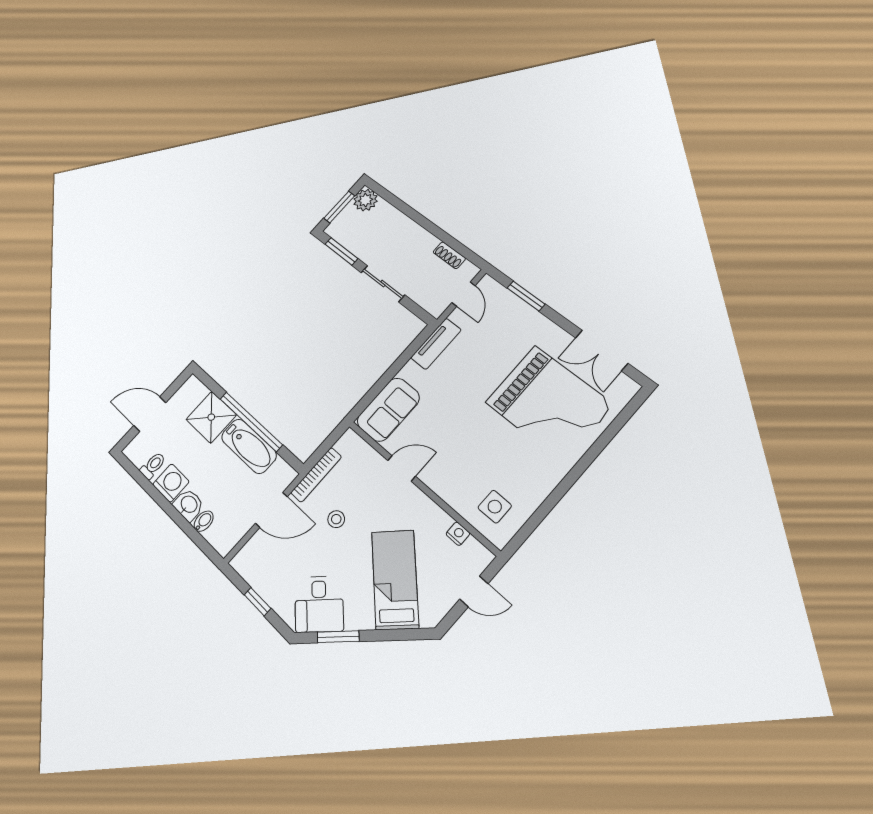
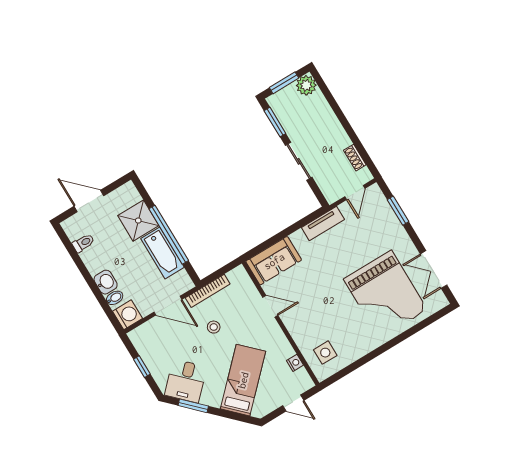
washing machine: (171, 483) -> (128, 315), moved

